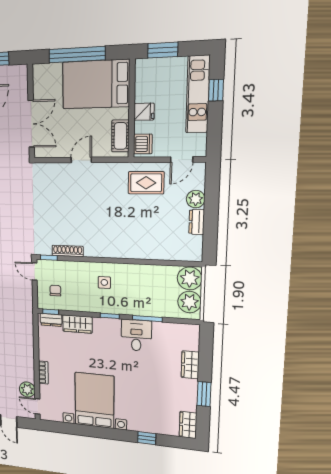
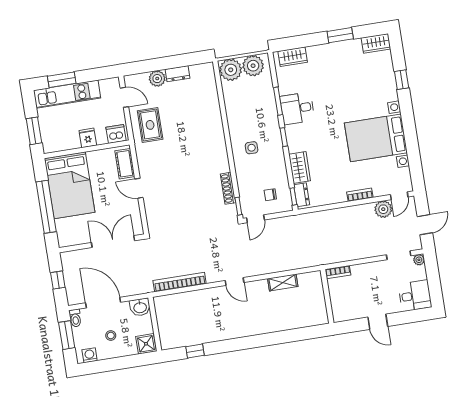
window: (216, 90) -> (62, 80), width x1.50
cot: (120, 136) -> (125, 164), moved, turned 90
wardrobe: (190, 365) -> (293, 57), moved

